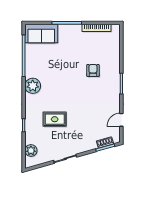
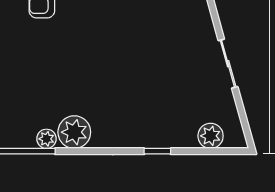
plant: (30, 73) -> (46, 139), added
rug: (55, 119) -> (145, 86), removed

